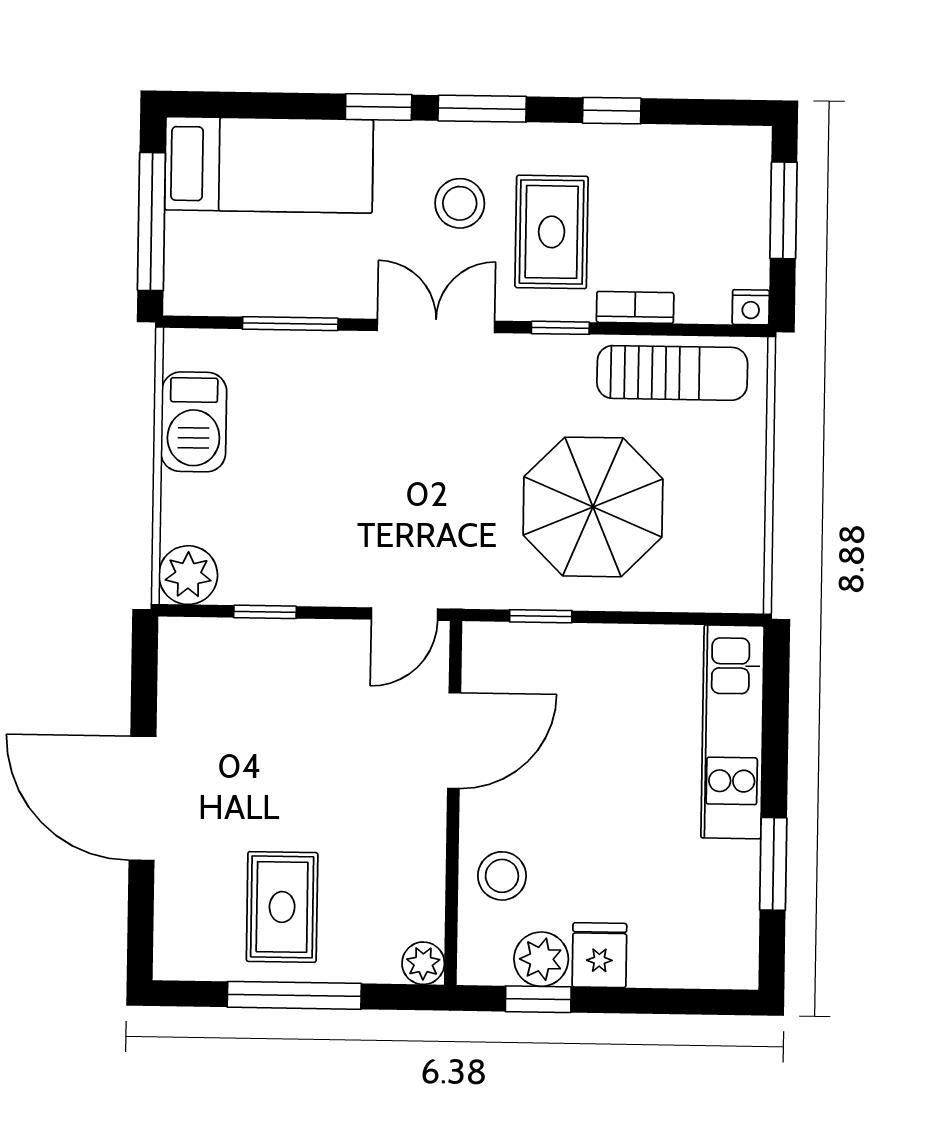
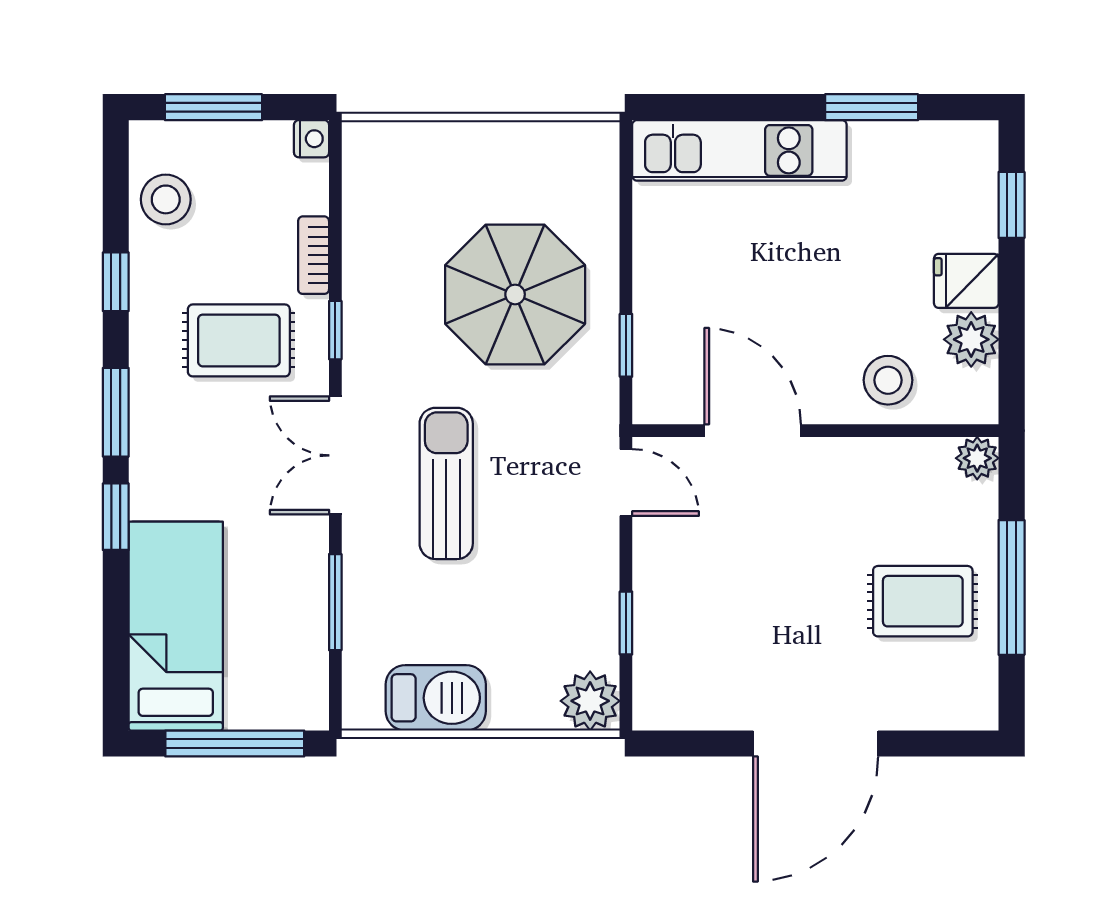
stool: (460, 203) -> (166, 199), moved
sun lounger: (672, 373) -> (446, 483), moved
window: (538, 999) -> (1012, 205), moved

